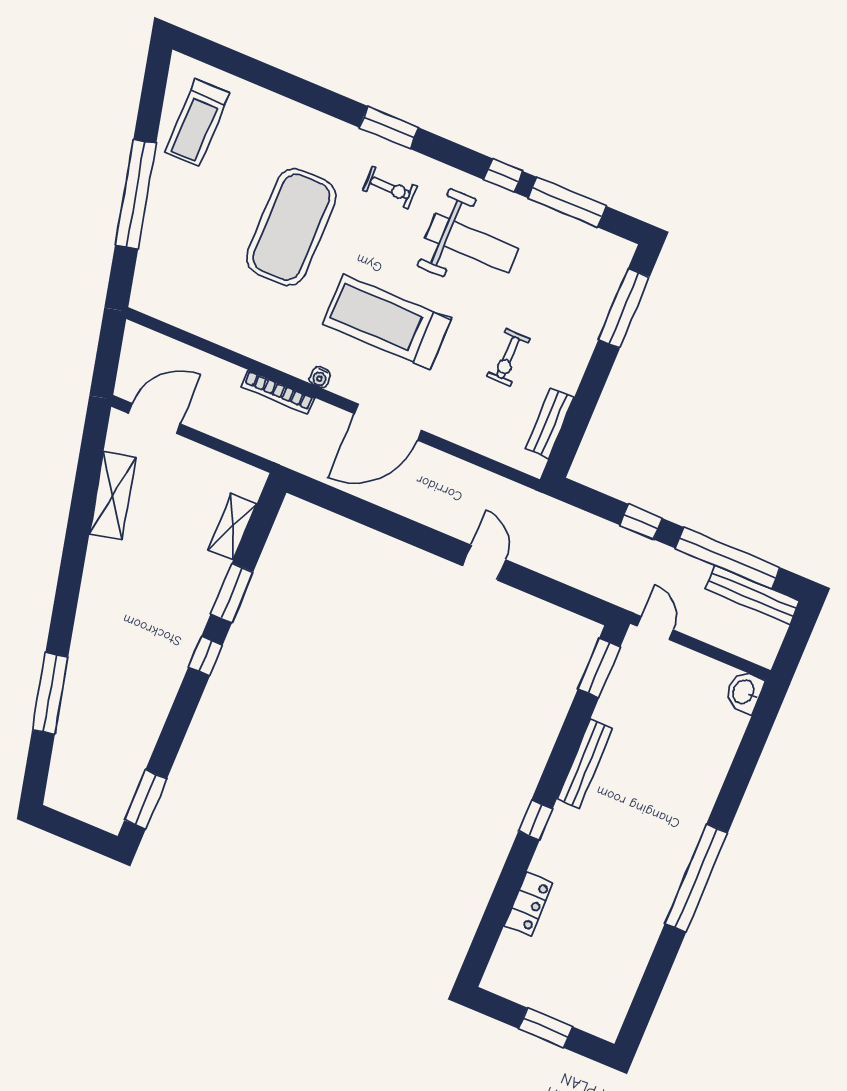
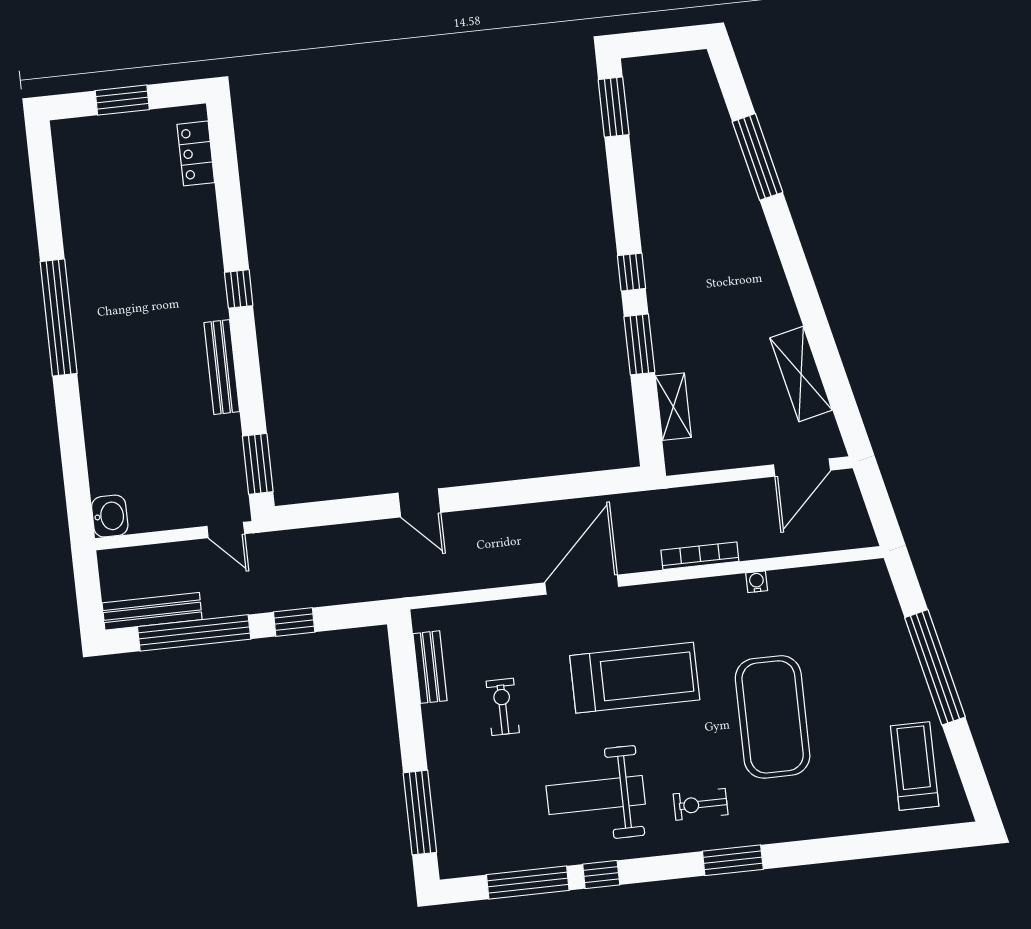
water cooler: (320, 377) -> (757, 582), moved
locker: (529, 904) -> (196, 153), moved

